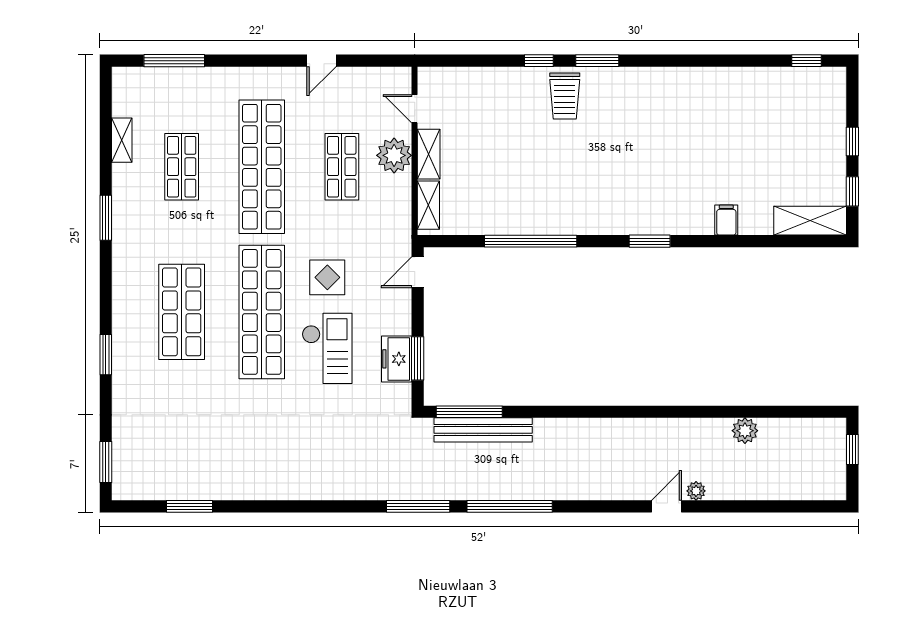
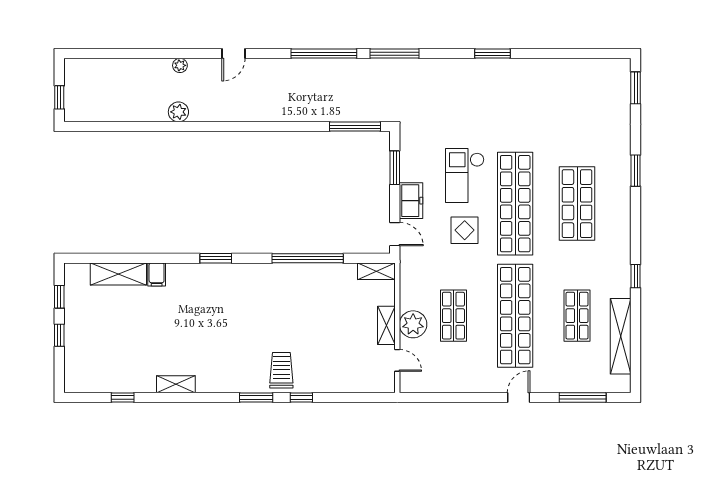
door: (322, 61) -> (519, 398), moved
window: (806, 61) -> (123, 398), moved
shelving: (701, 78) -> (176, 384), added
shelving: (122, 140) -> (621, 336), width x2.20, depth x1.33
shelving: (428, 205) -> (376, 271), moved, turned 90
window: (106, 218) -> (636, 276), width x0.67
shelving: (810, 221) -> (118, 274), moved
door: (418, 272) -> (395, 234), hinge flipped
freezer: (397, 359) -> (411, 201), moved
bench: (483, 430) -> (344, 113), removed
plant: (745, 431) -> (178, 112), moved
window: (189, 506) -> (492, 54), moved
door: (666, 506) -> (233, 54), moved

